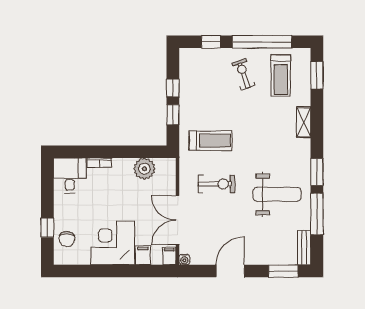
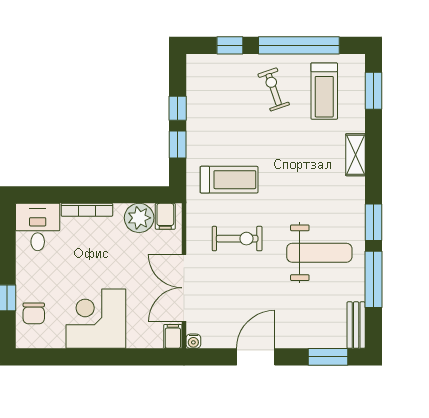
bookcase: (99, 163) -> (87, 210), width x1.56
filing cabinet: (143, 255) -> (165, 216), moved, turned 180

